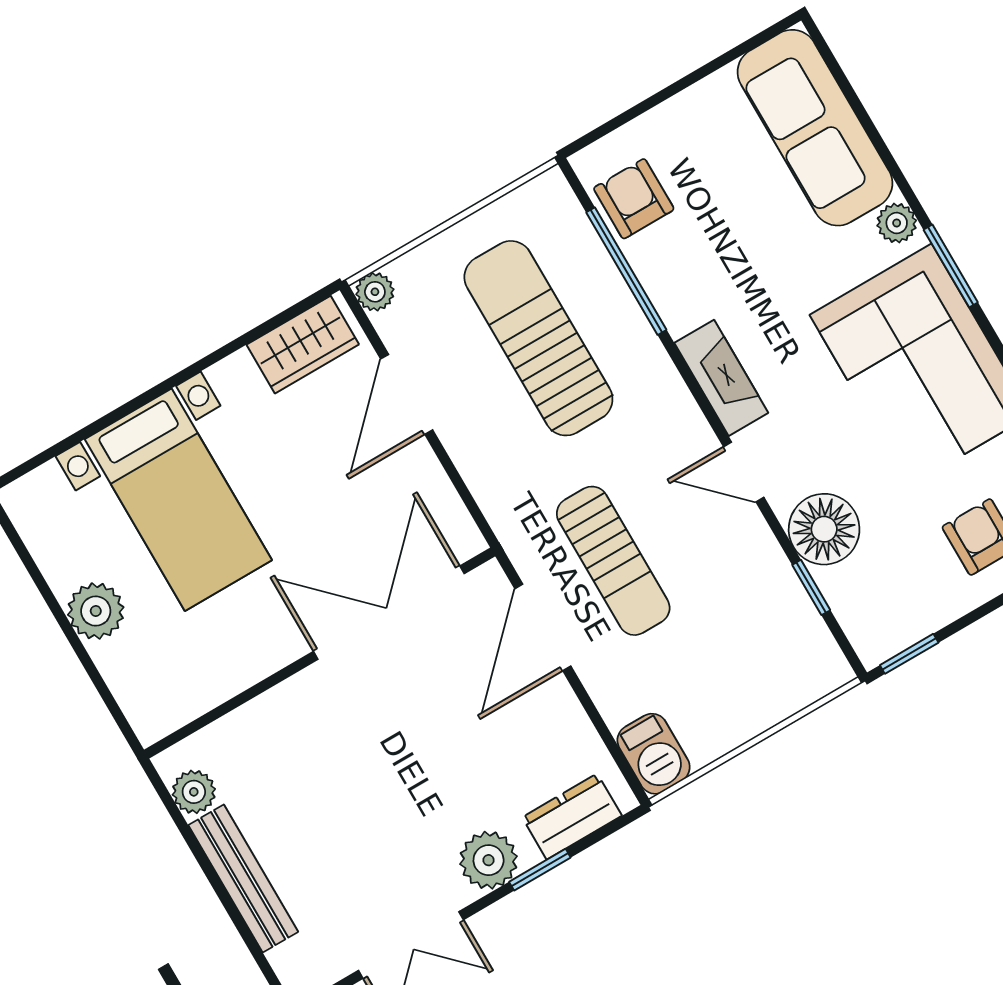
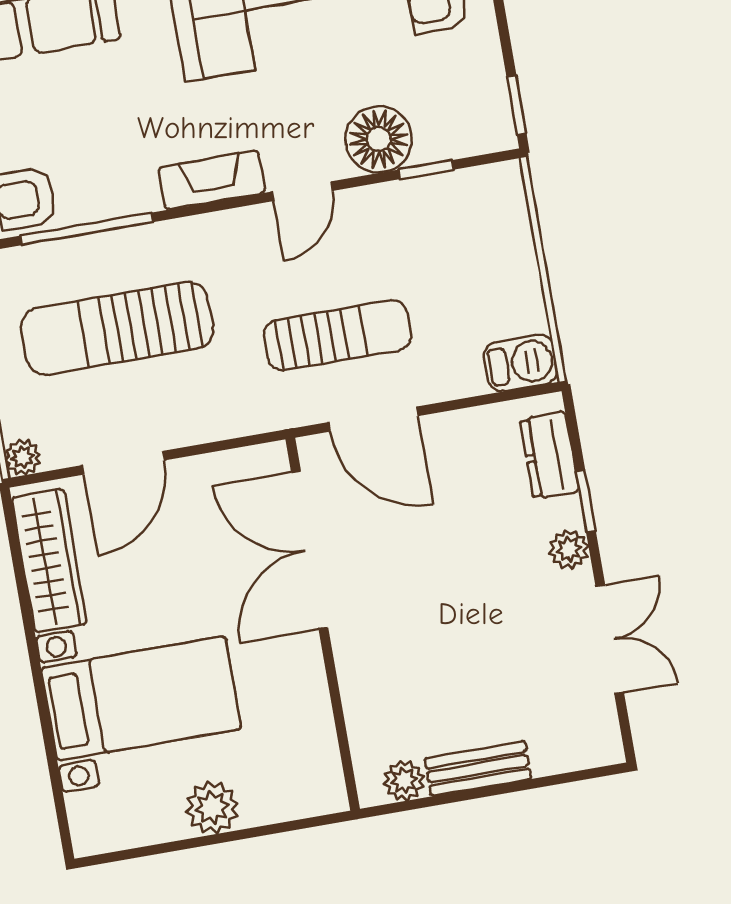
wardrobe: (303, 345) -> (49, 561), width x1.50
door: (407, 394) -> (123, 463), hinge flipped
plant: (489, 860) -> (569, 549), width x0.73, depth x0.73
bench: (243, 878) -> (478, 769), width x0.73

